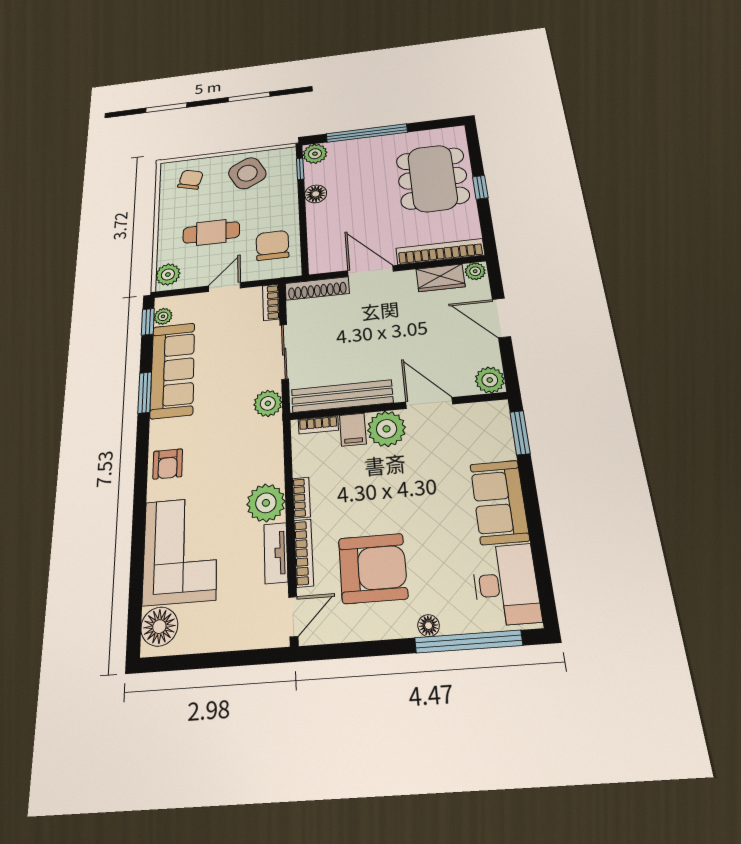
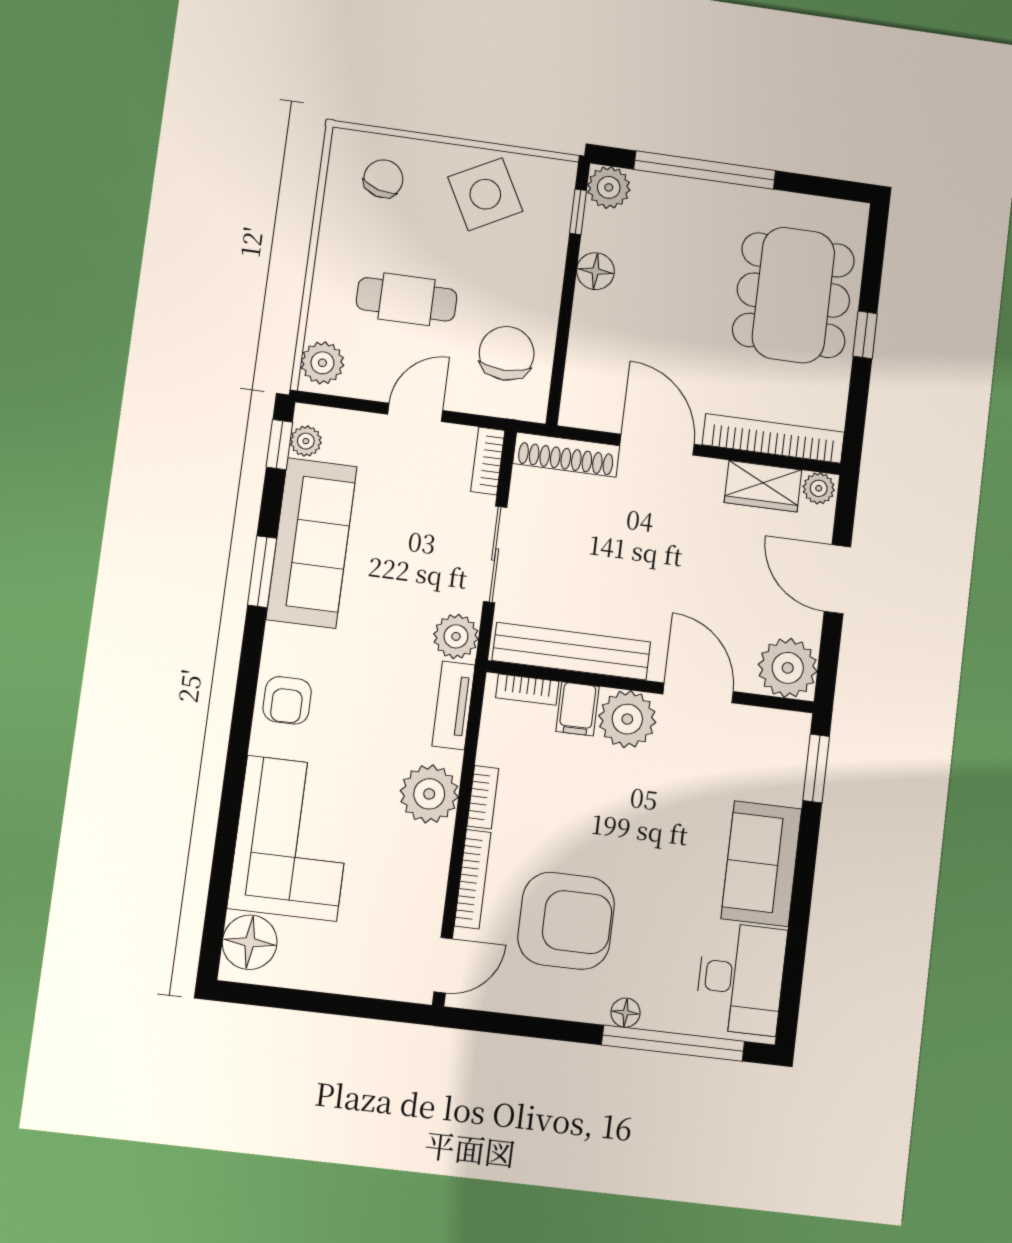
plant: (490, 380) -> (788, 668), width x1.36, depth x1.36
tv unit: (276, 553) -> (453, 705), moved

